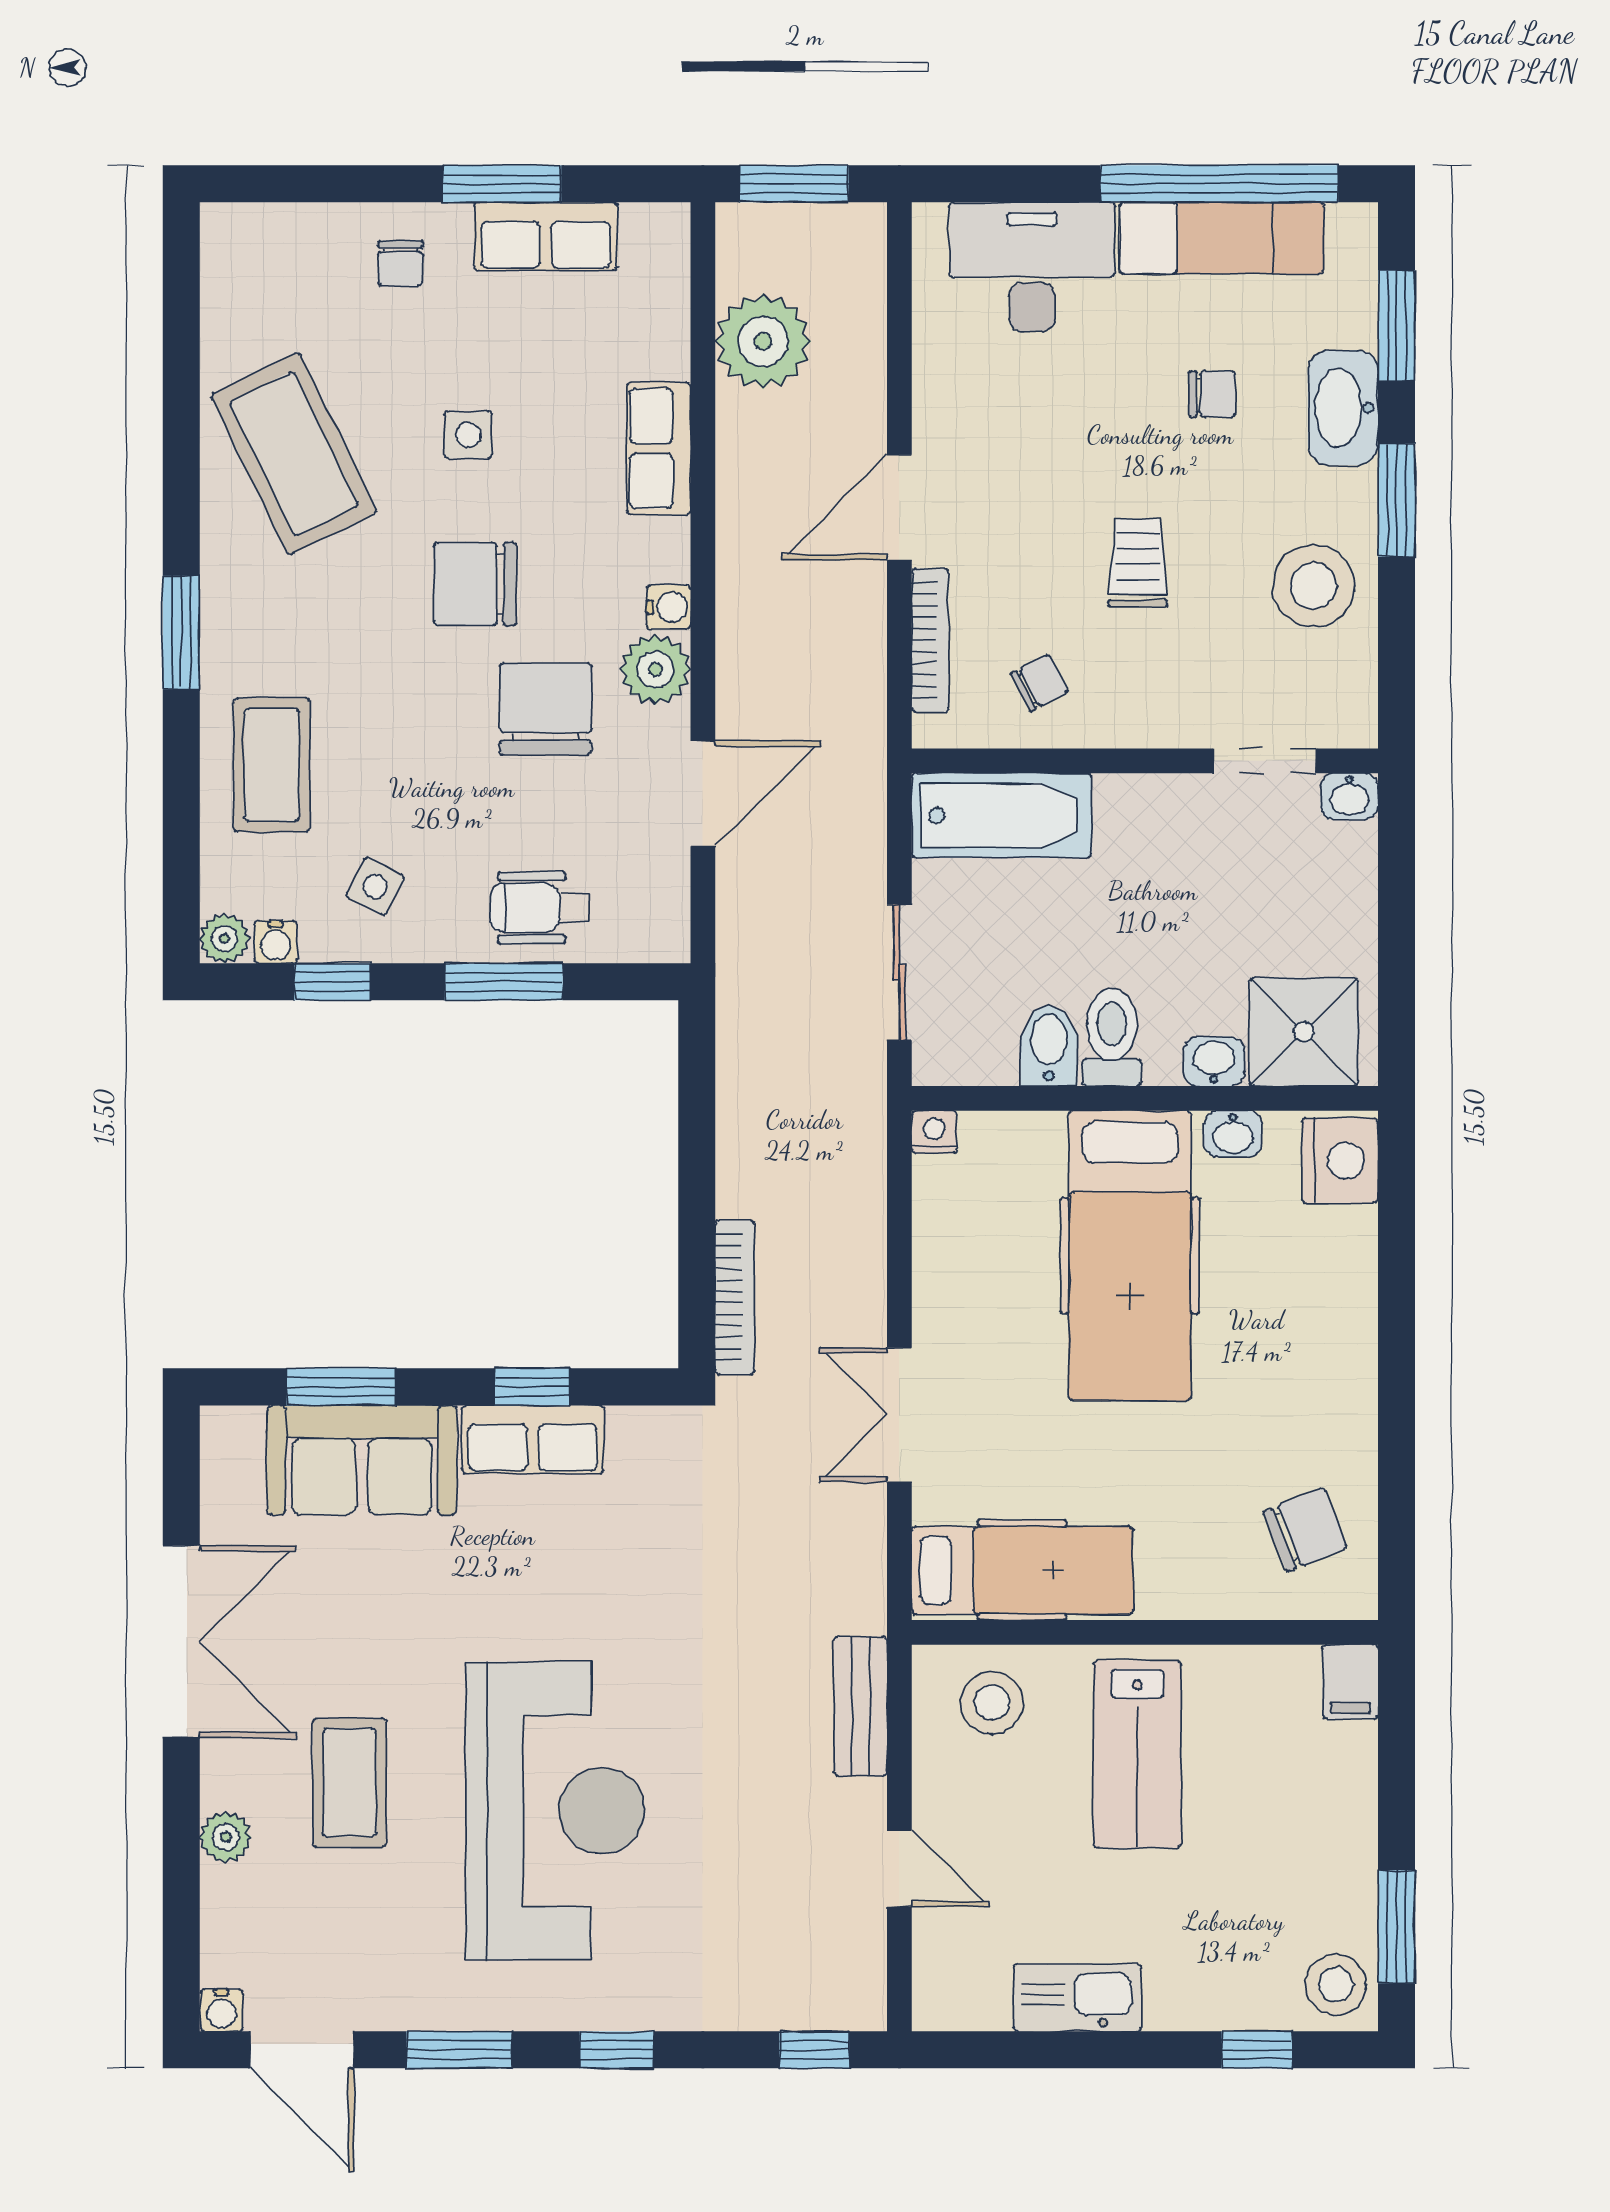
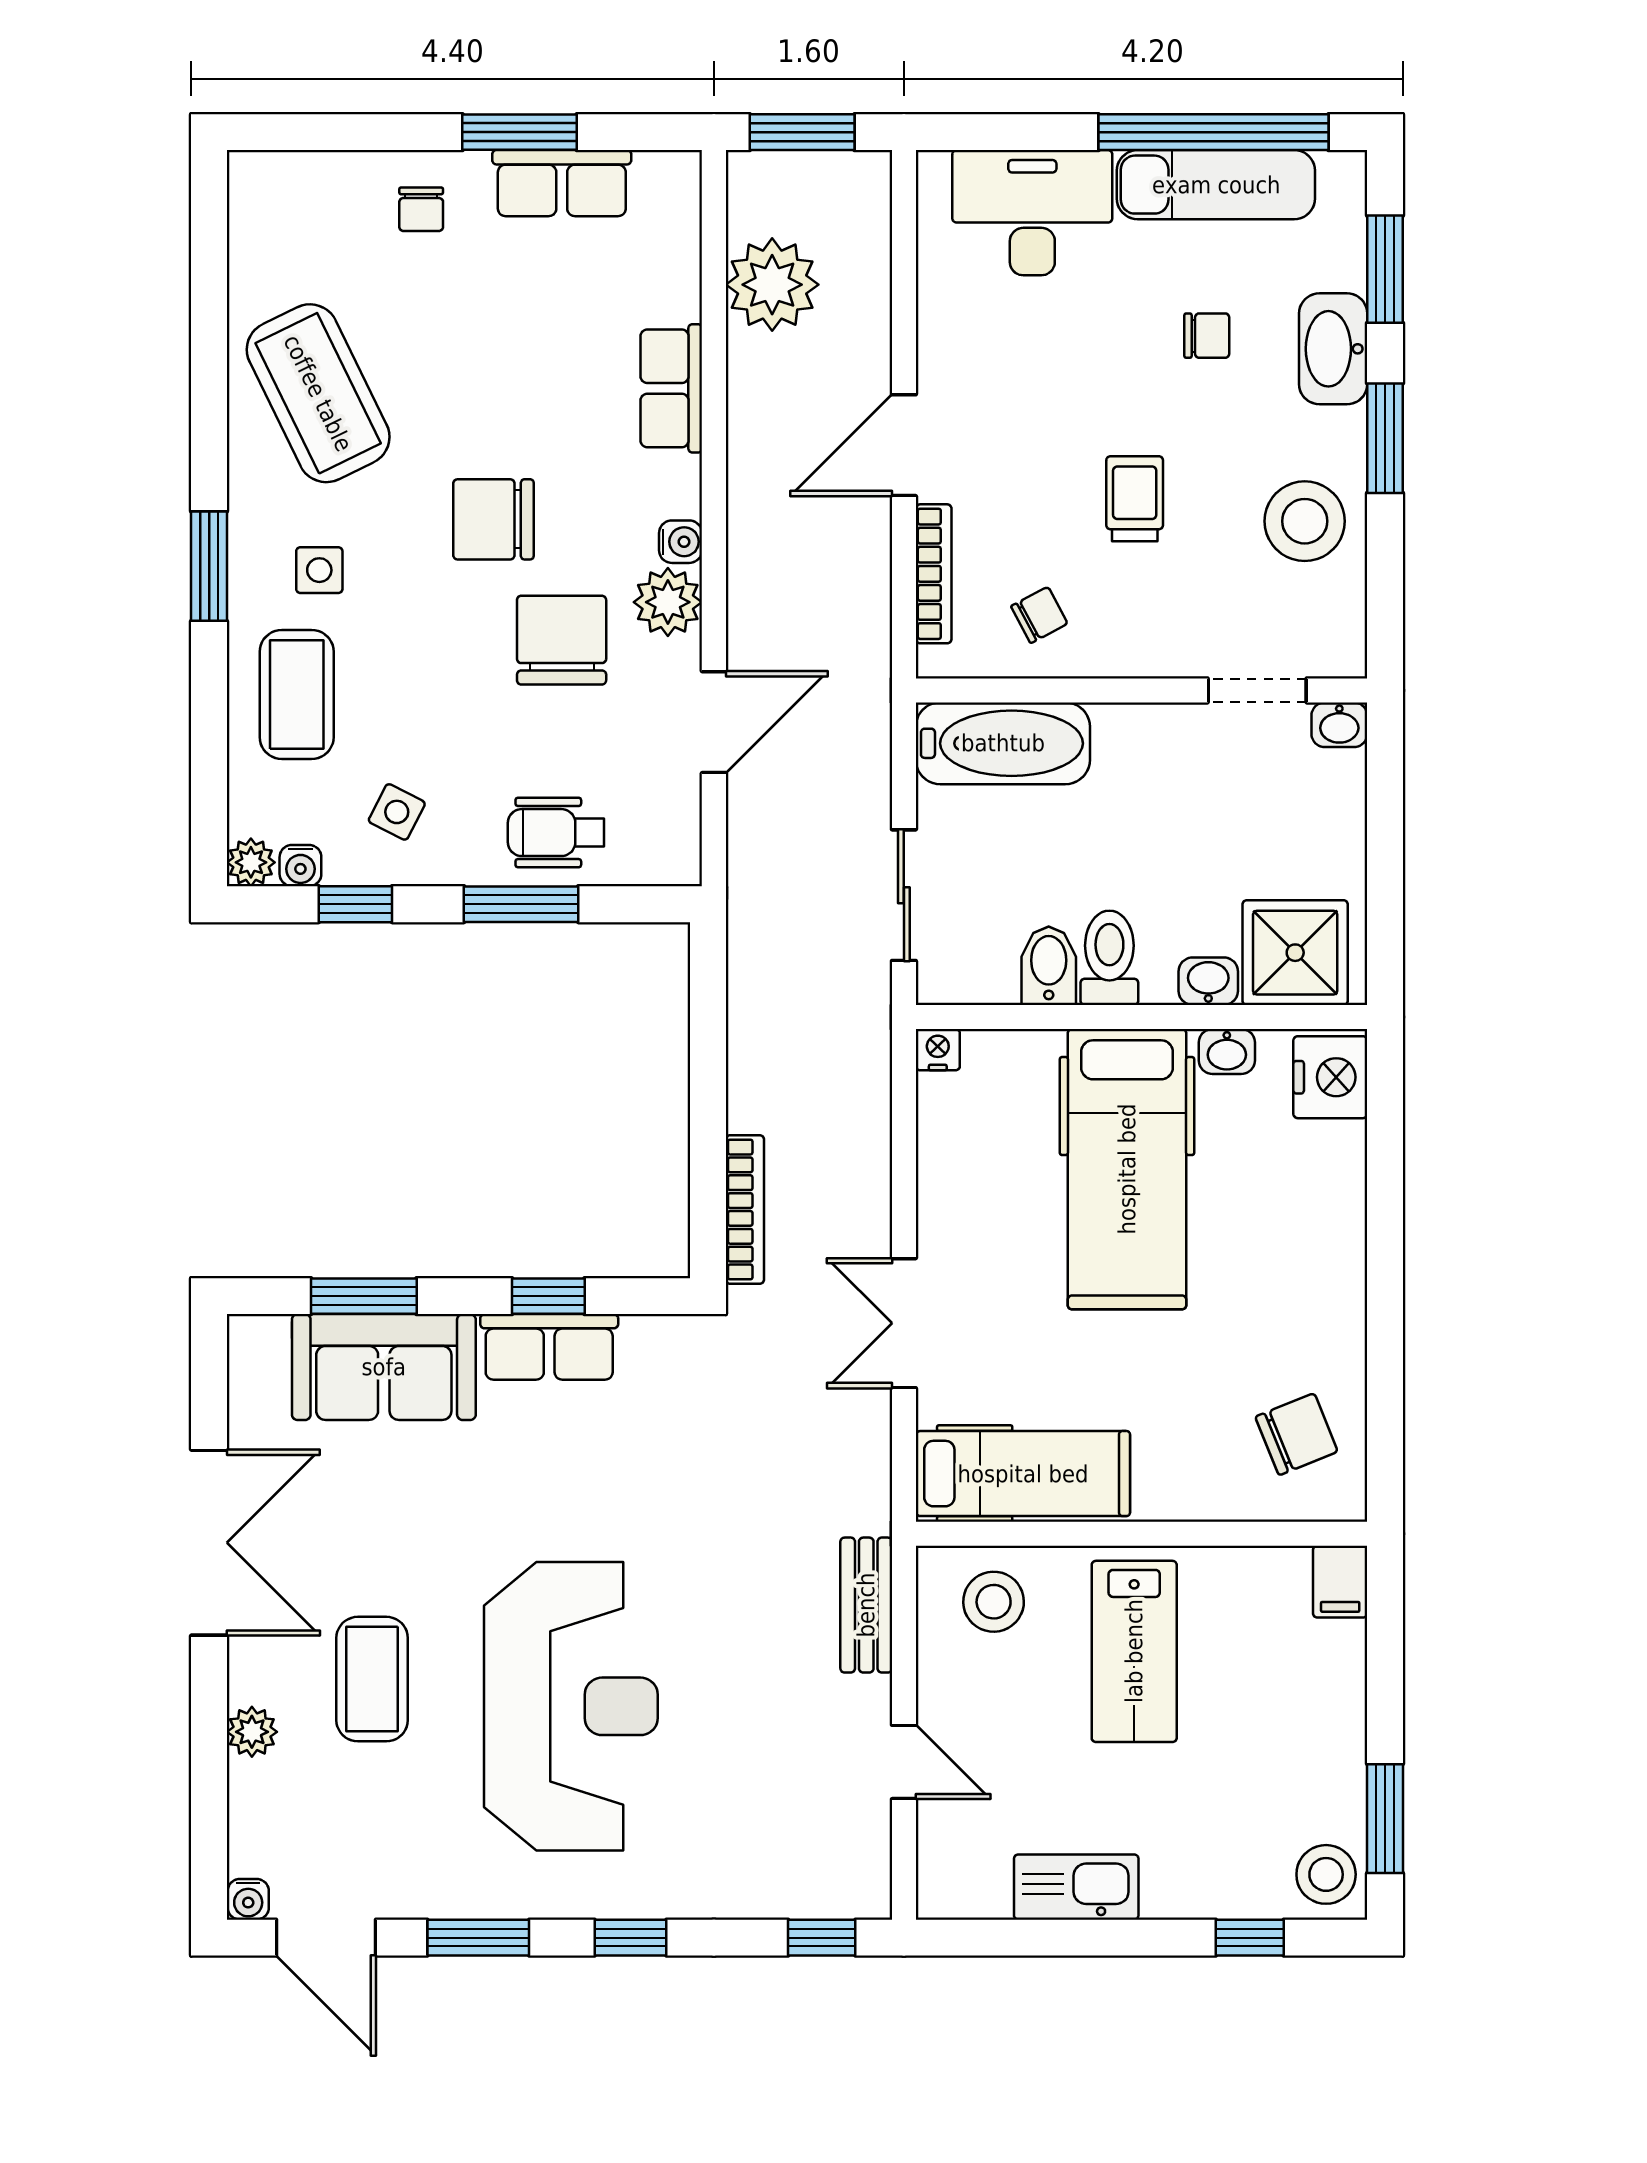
side table: (468, 435) -> (319, 570), moved

